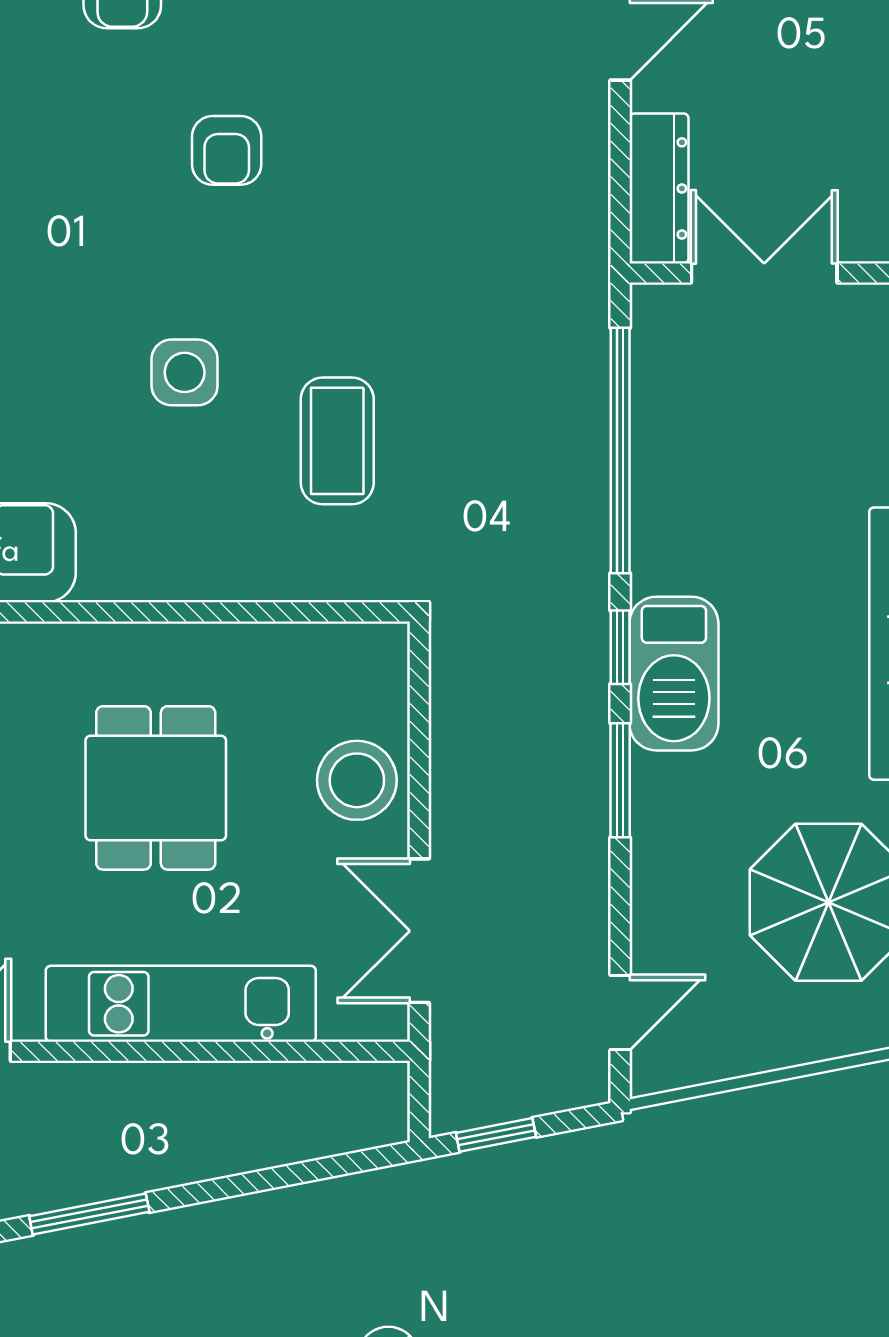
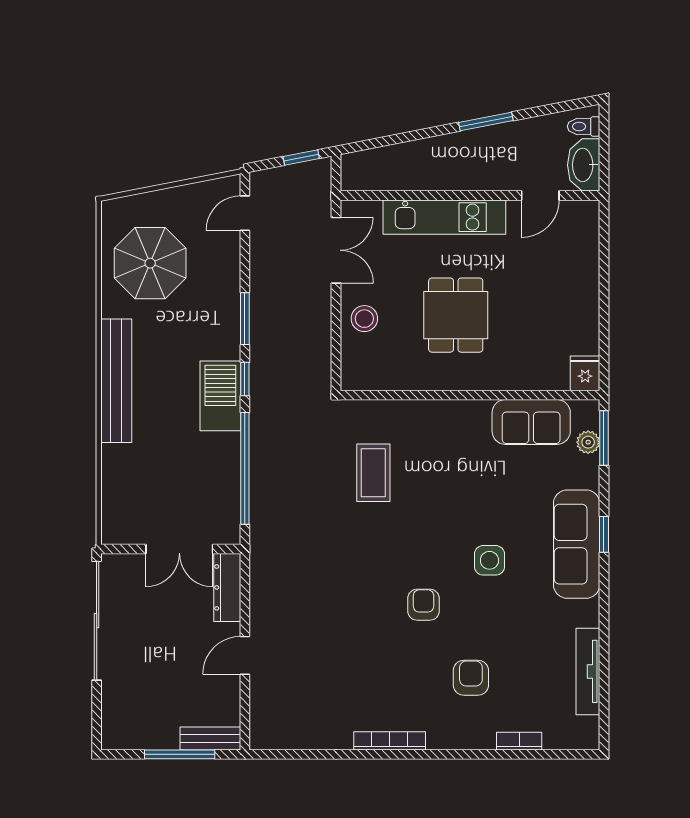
side table: (185, 372) -> (489, 560), moved
barbecue: (674, 674) -> (220, 396), moved
stool: (357, 780) -> (364, 319), width x0.73, depth x0.73

